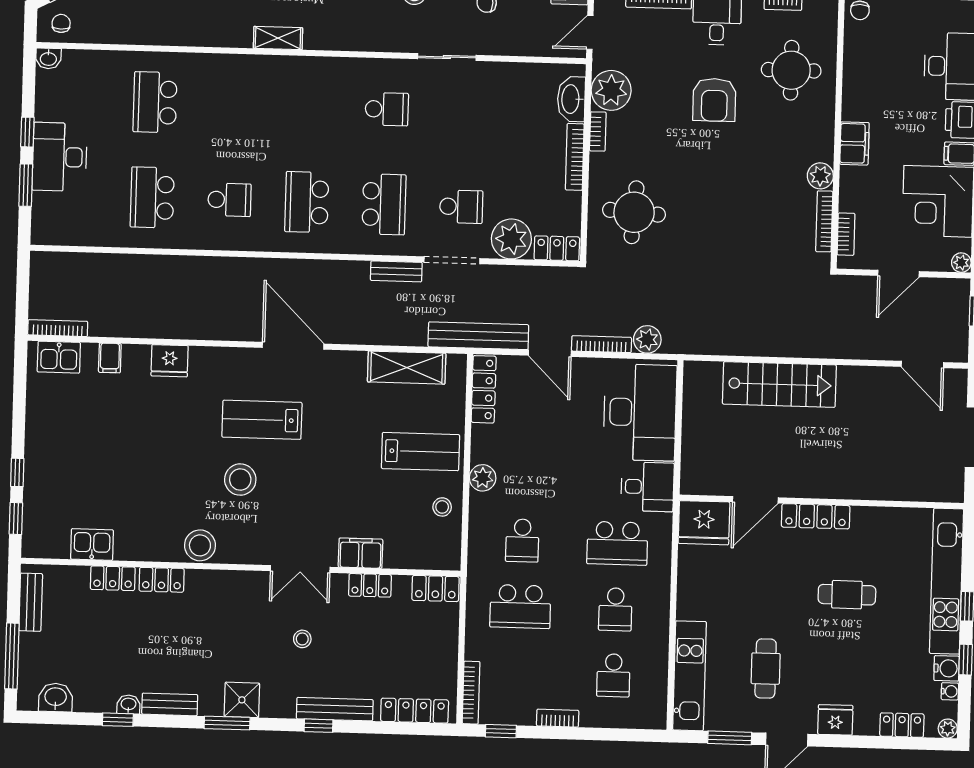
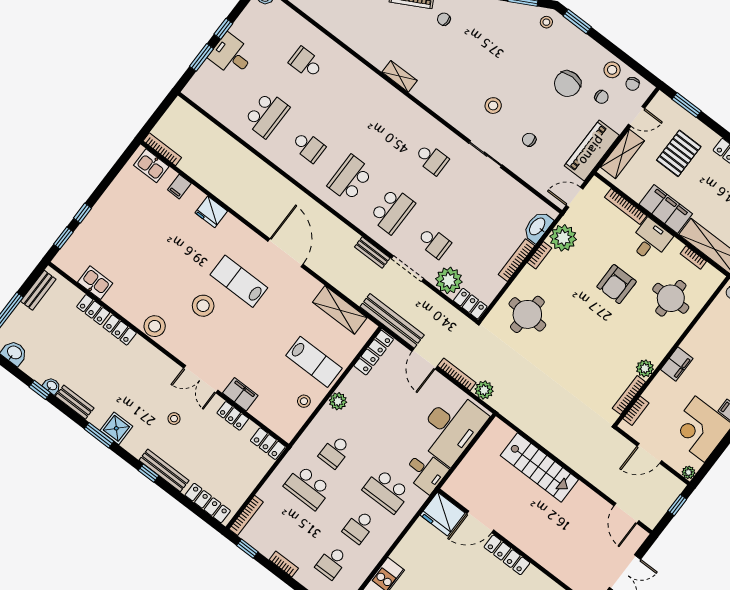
school desk: (155, 102) -> (306, 63), width x0.54
desk: (60, 157) -> (231, 55), width x0.73
school desk: (152, 197) -> (267, 115), turned 180

